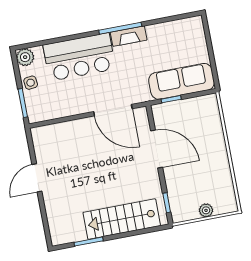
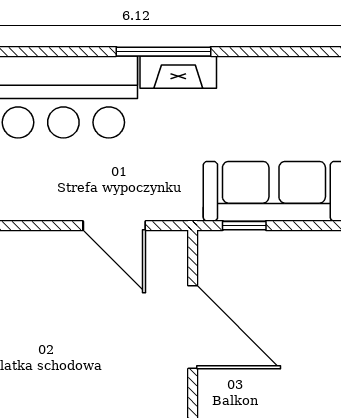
door: (113, 110) -> (114, 226), width x0.73

